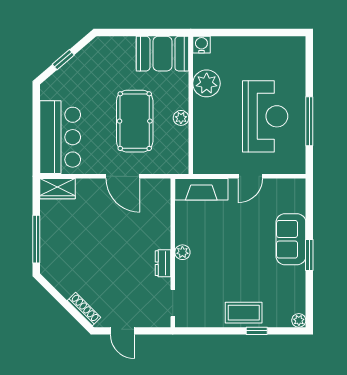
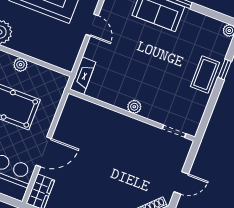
door: (123, 176) -> (44, 152), moved
fireplace: (201, 189) -> (83, 76), width x0.73, depth x0.76
dresser: (163, 263) -> (137, 127), removed

